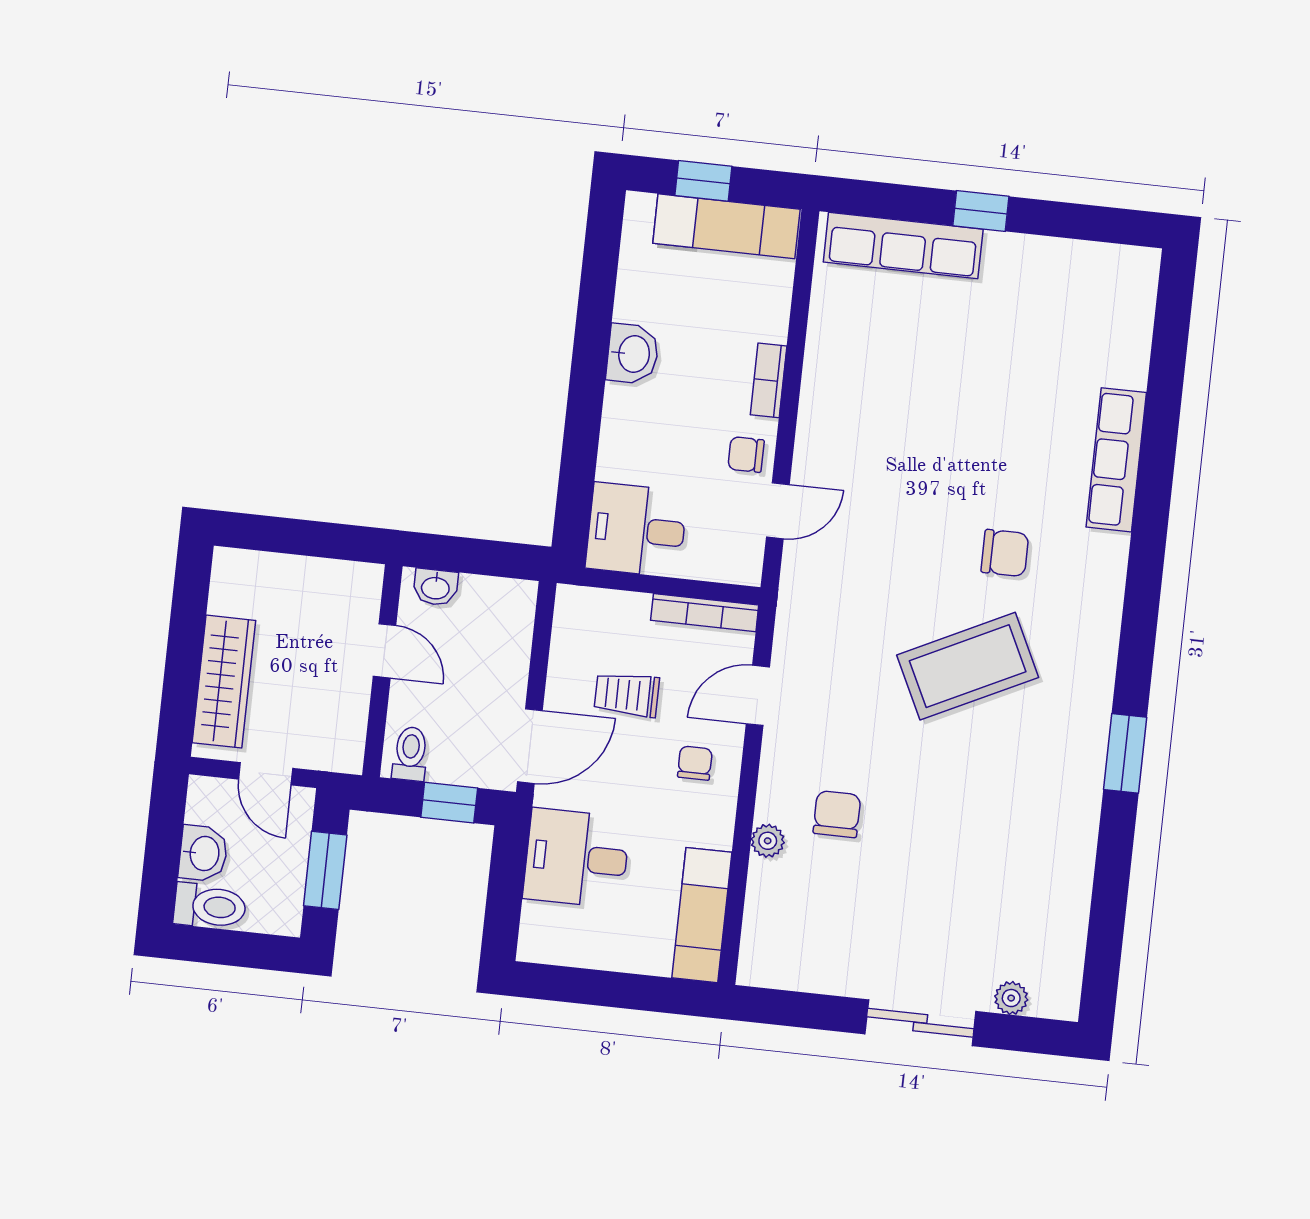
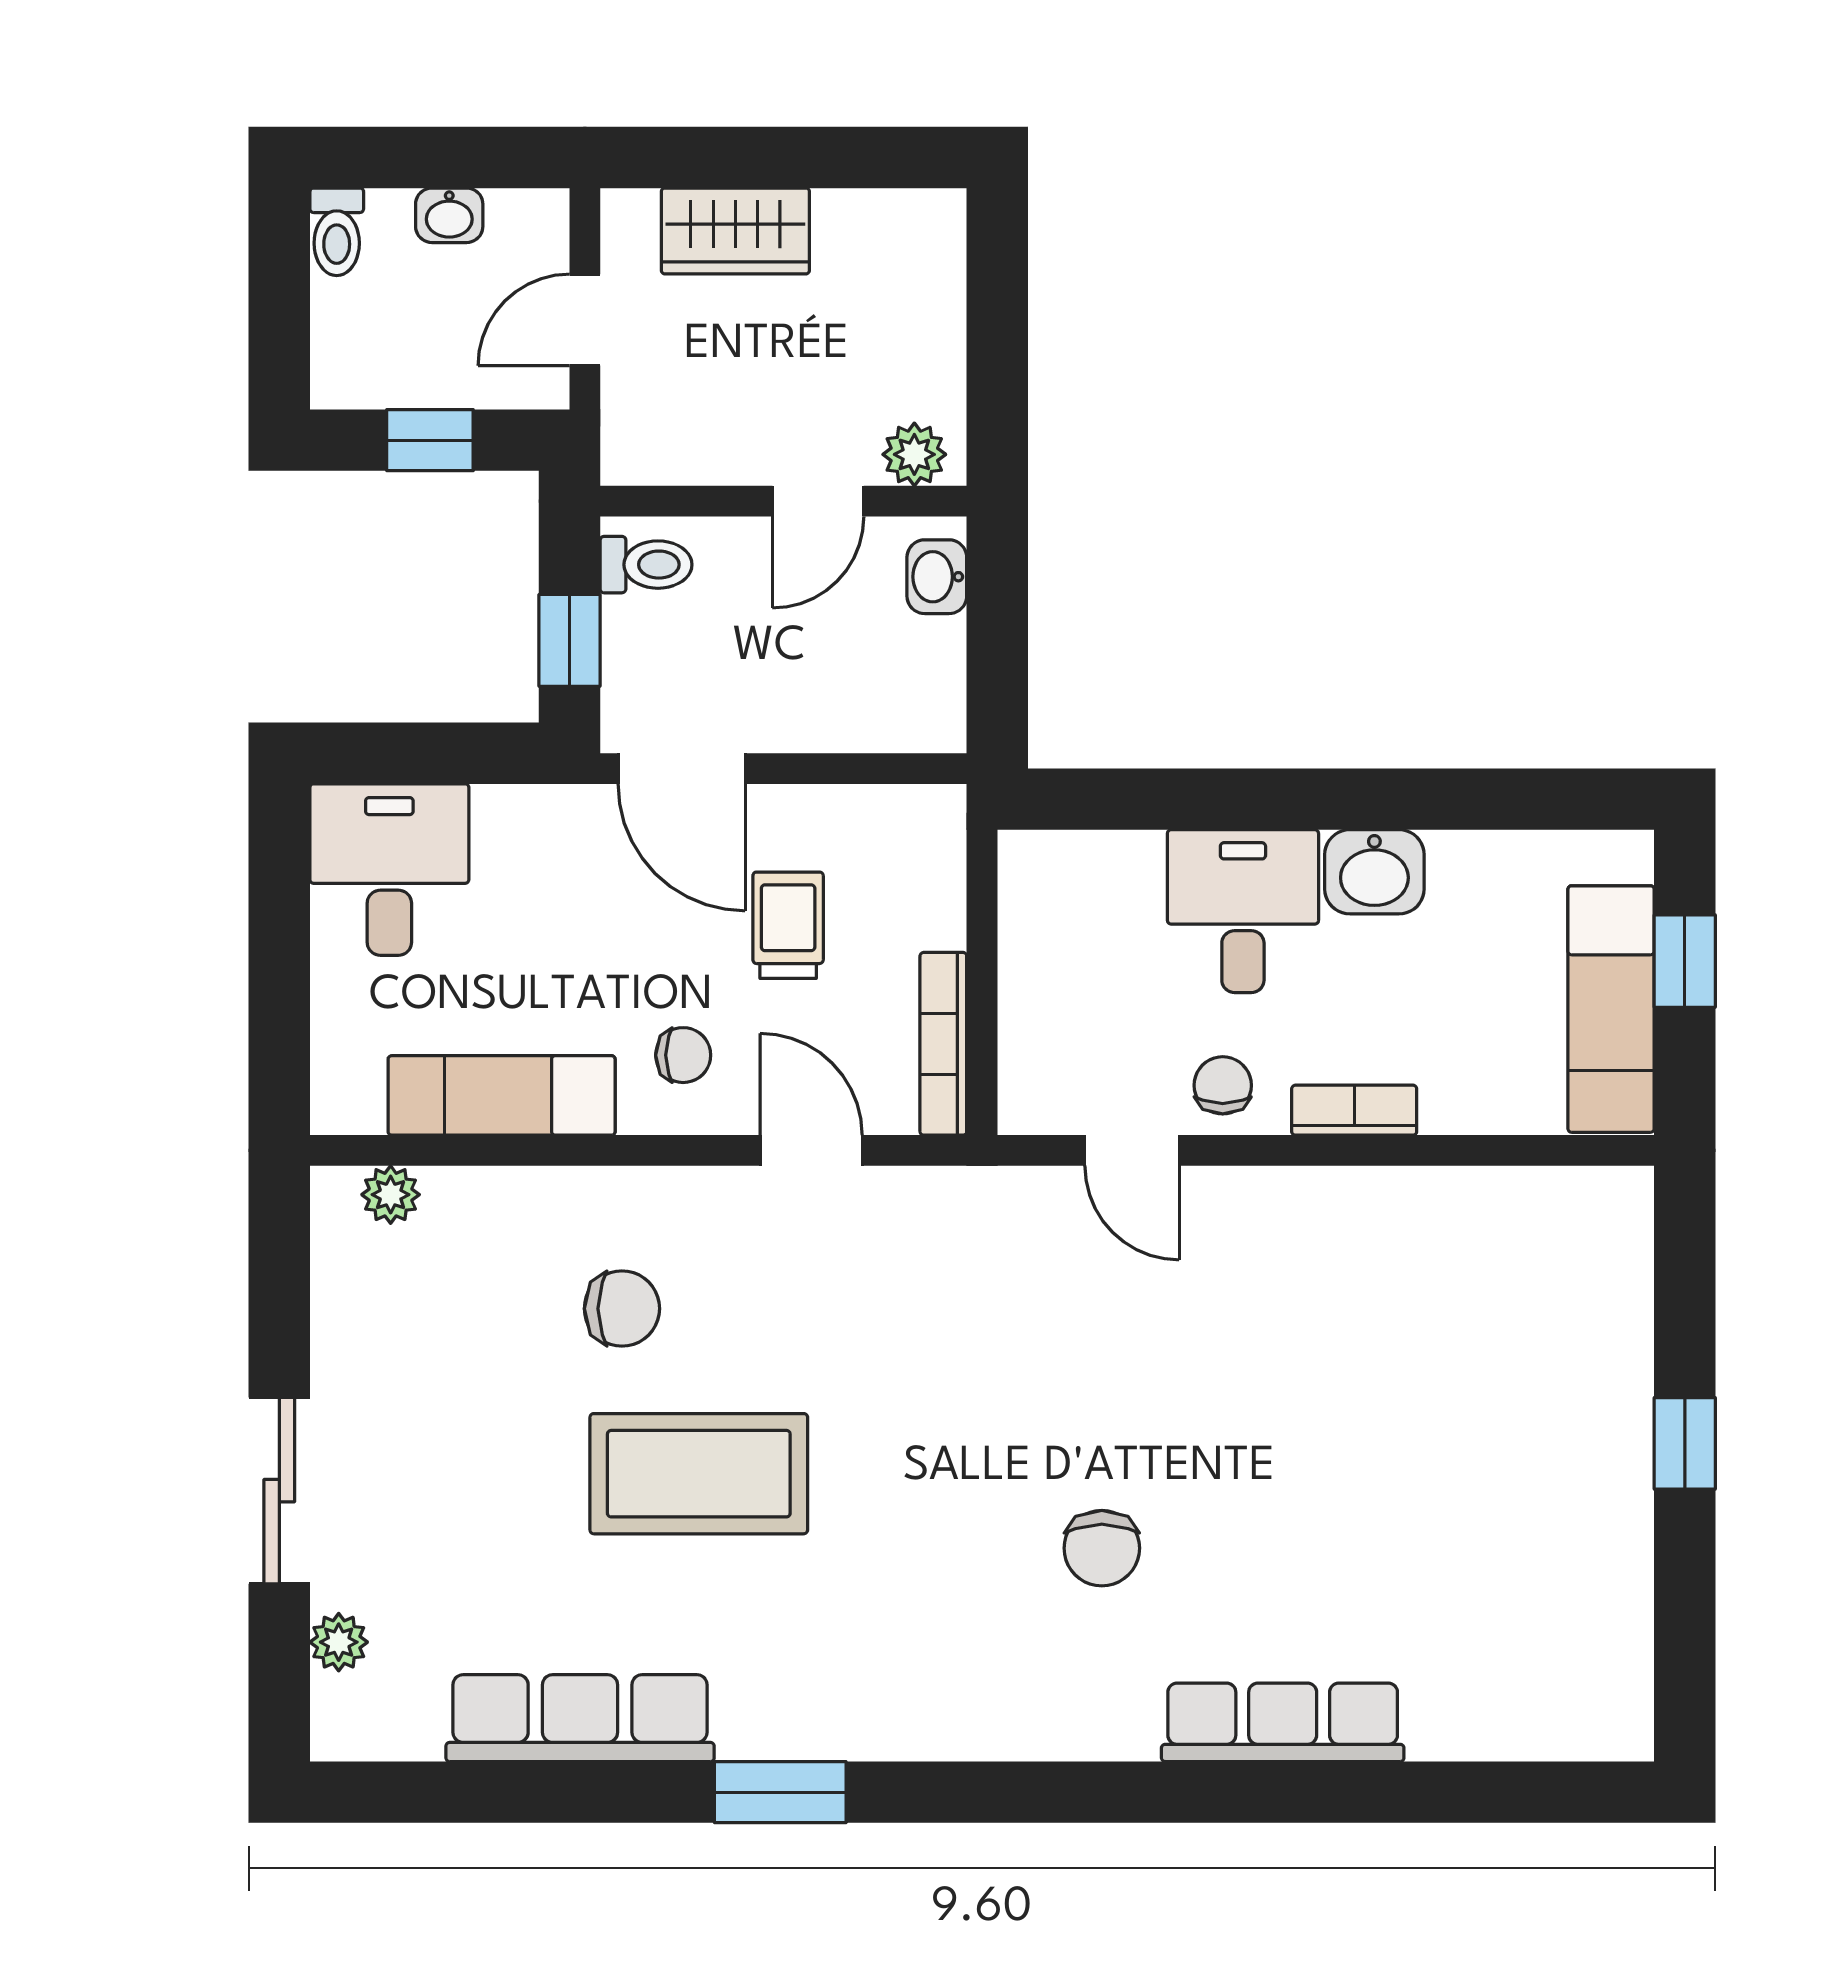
row of seats: (903, 246) -> (580, 1718), moved, turned 90
desk: (636, 530) -> (1243, 911), moved
plant: (364, 592) -> (914, 454), added
coffee table: (968, 666) -> (699, 1474), moved, turned -64
wardrobe: (224, 682) -> (735, 231), width x0.67
plant: (768, 841) -> (391, 1195), moved
washbasin: (203, 853) -> (449, 215), width x0.72, depth x0.69
desk: (577, 858) -> (389, 870), moved
window: (325, 870) -> (430, 440), width x0.67
toilet: (210, 906) -> (337, 232), width x0.73, depth x0.72
exam couch: (702, 915) -> (502, 1095), moved

